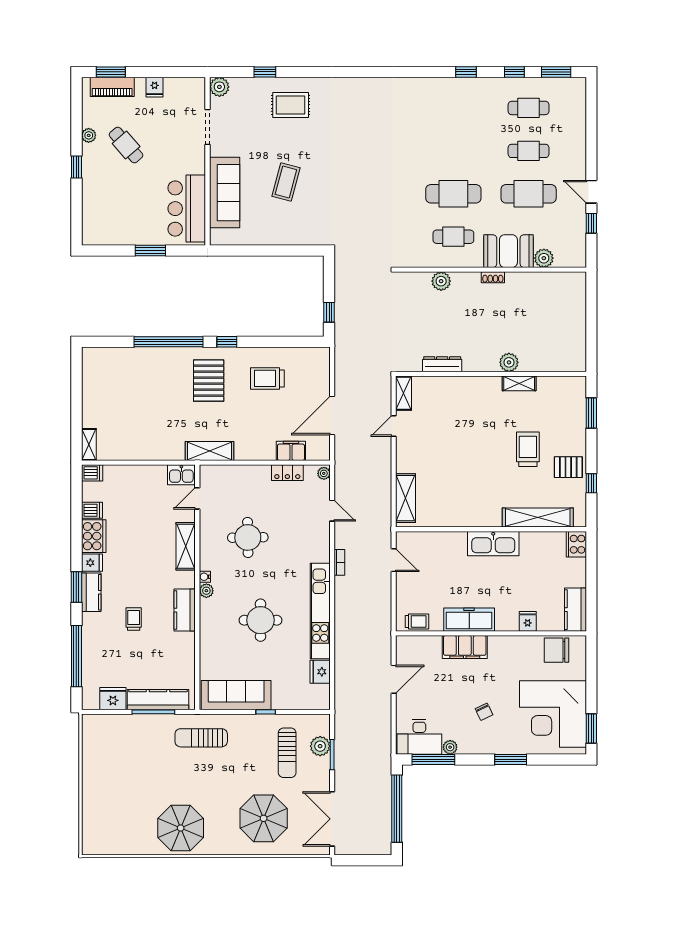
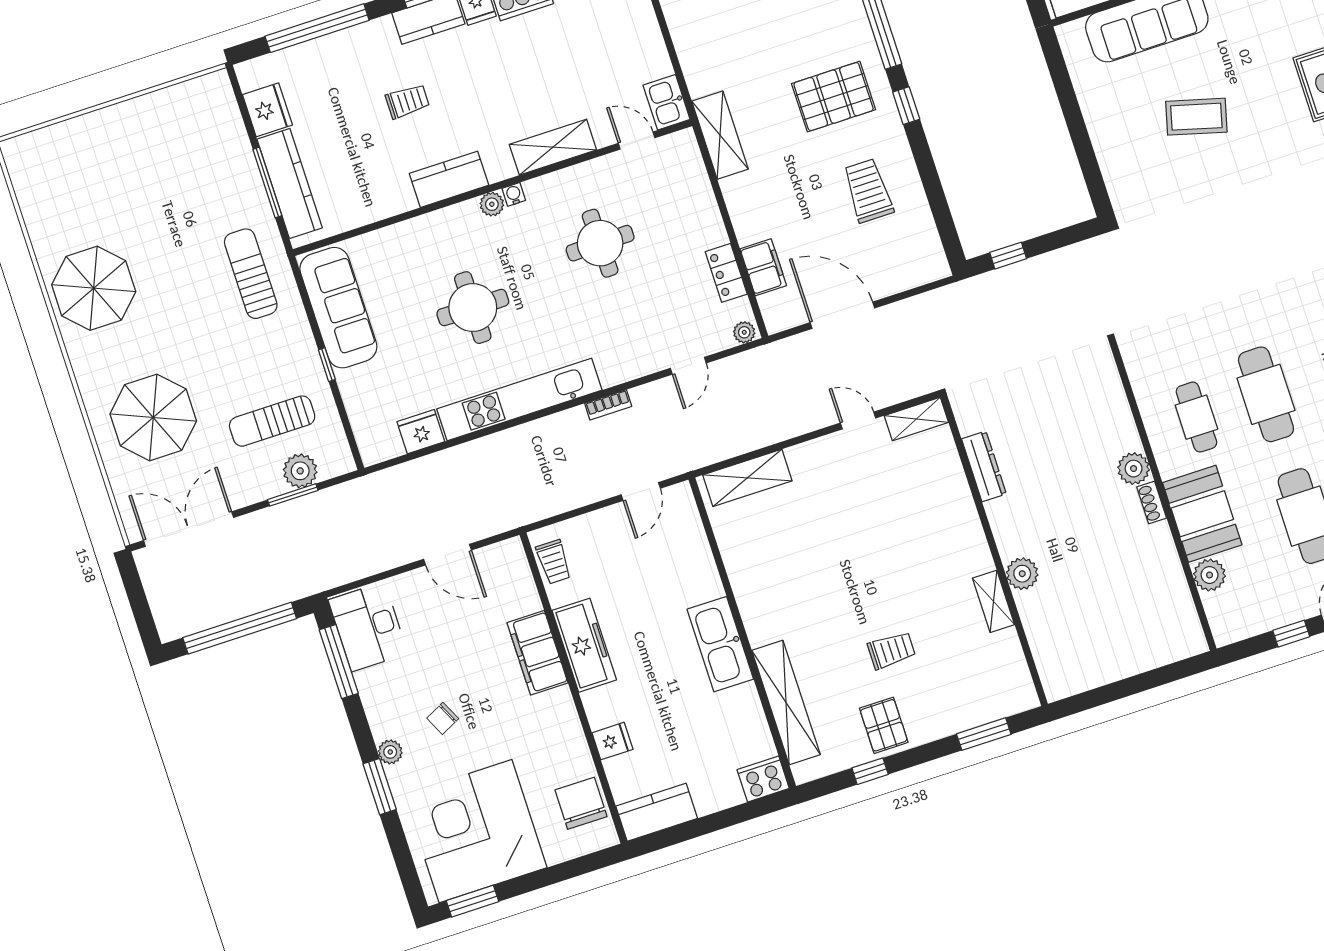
plant: (441, 281) -> (1134, 469), moved
trolley: (528, 449) -> (891, 650), width x0.73, depth x0.72
plant: (450, 747) -> (390, 752), moved

